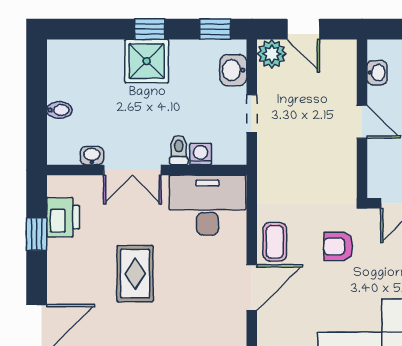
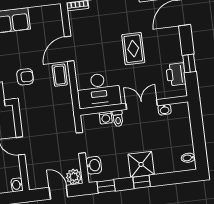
washbasin: (377, 73) -> (17, 185), moved
bidet: (59, 110) -> (188, 158), moved

